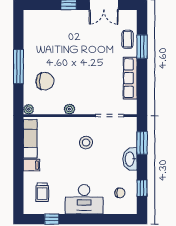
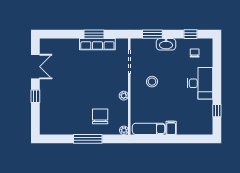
coffee table: (127, 39) -> (65, 46), removed
window: (142, 47) -> (94, 34), moved
trolley: (42, 192) -> (194, 119), removed

